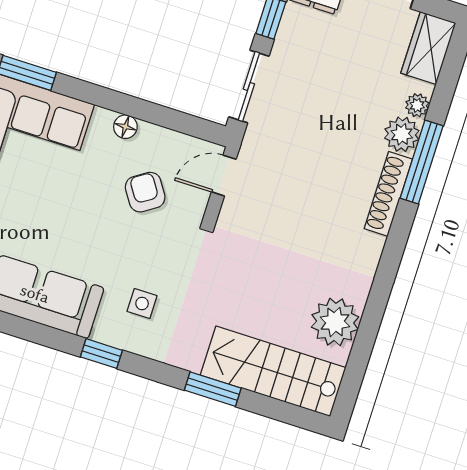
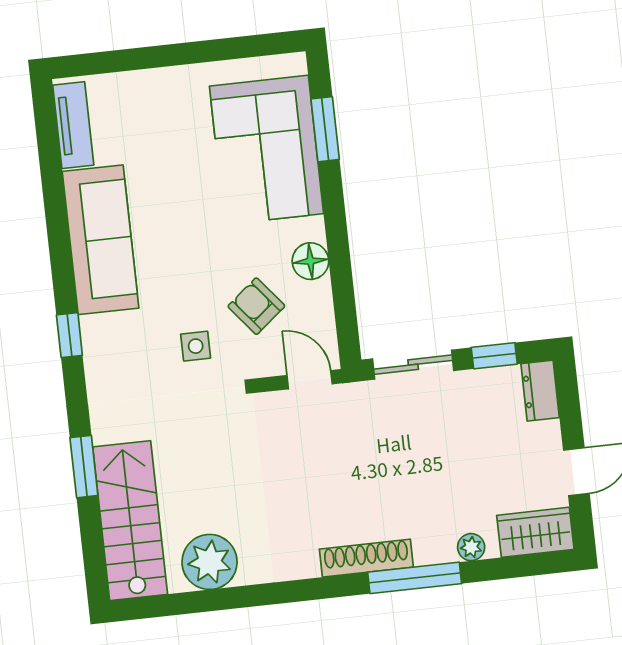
floor lamp: (125, 127) -> (310, 261), width x1.37, depth x1.37
plant: (402, 134) -> (434, 545), removed
armchair: (145, 192) -> (256, 306), turned -96
side table: (142, 304) -> (196, 346), moved

